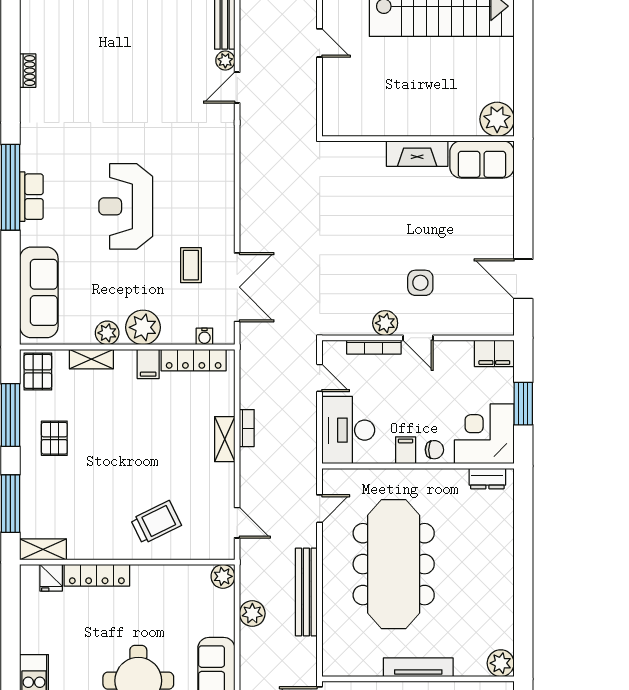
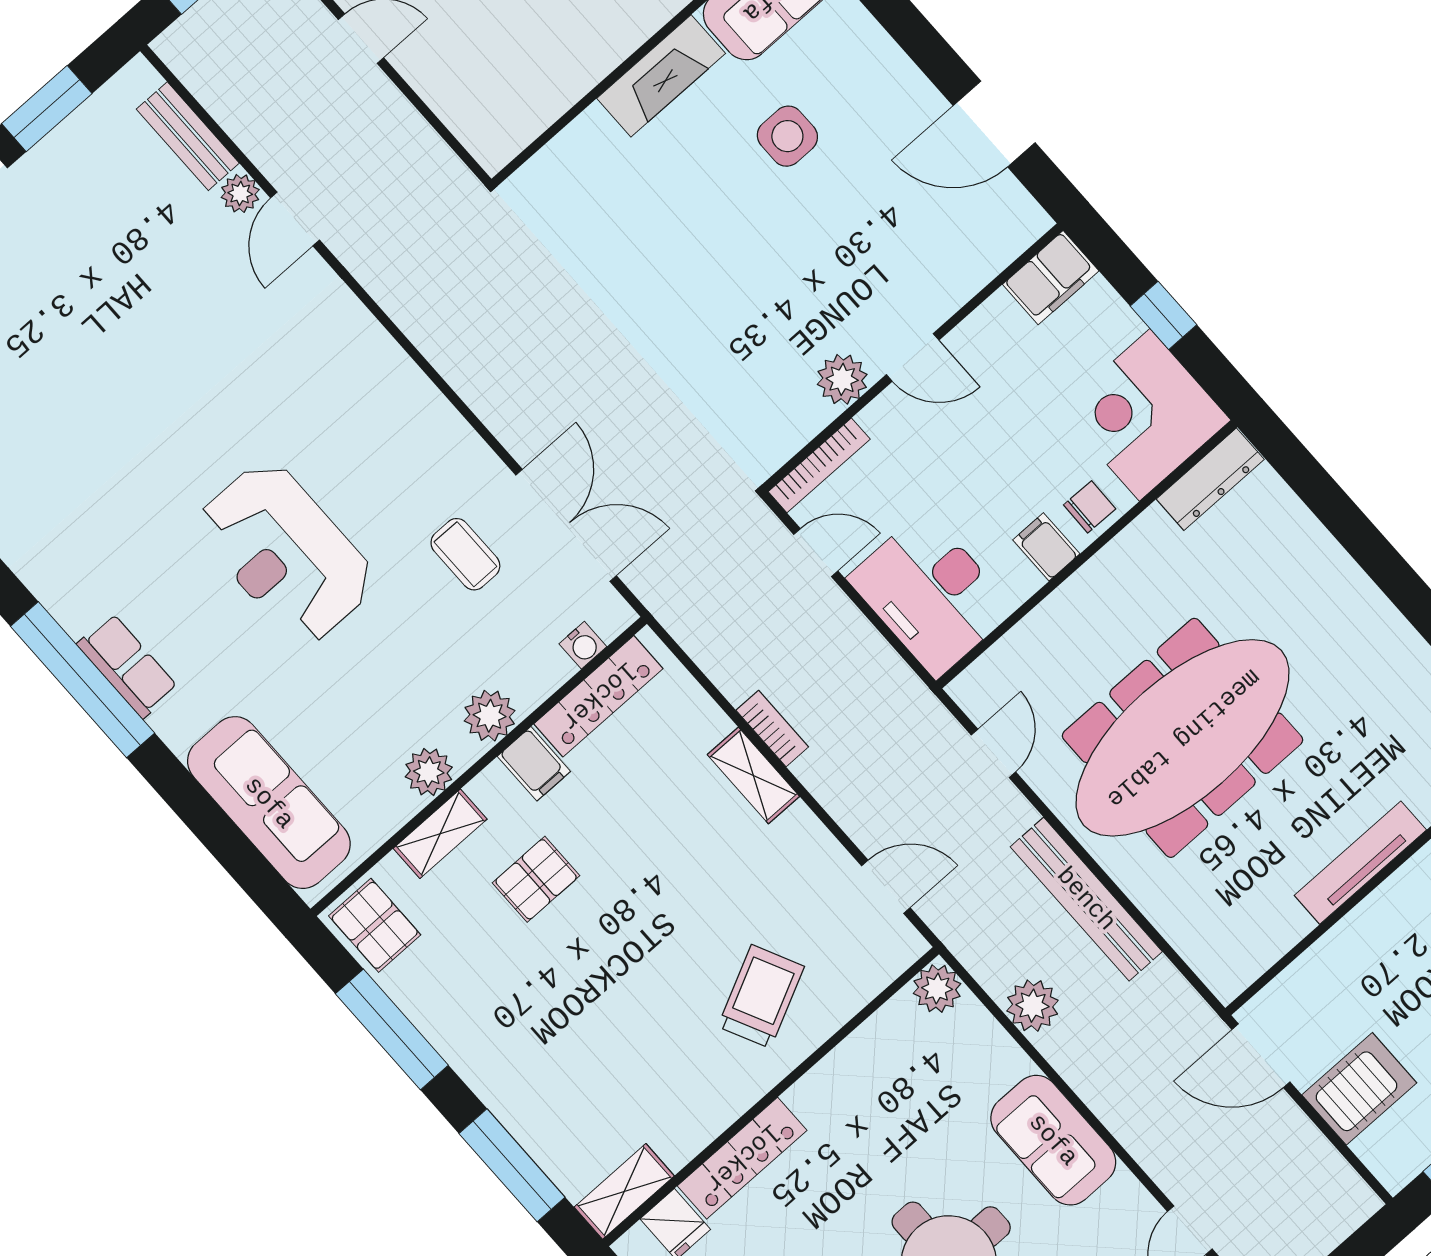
side table: (420, 283) -> (787, 136), moved
plant: (143, 327) -> (490, 716), width x0.73, depth x0.73
bookcase: (374, 347) -> (819, 465), moved
window: (523, 404) -> (1163, 315), width x0.67
pallet: (54, 438) -> (536, 879), moved, turned 90
dresser: (487, 479) -> (1210, 479), width x1.44
meeting table: (394, 564) -> (1183, 738), turned 90

